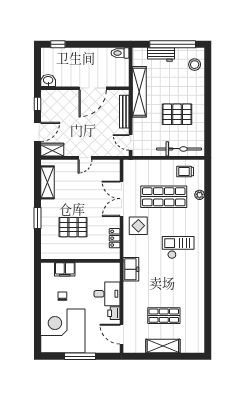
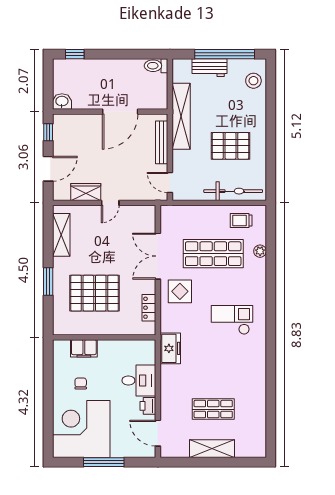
wardrobe: (52, 150) -> (86, 192), moved
pallet: (73, 227) -> (95, 293), width x1.37, depth x1.41

